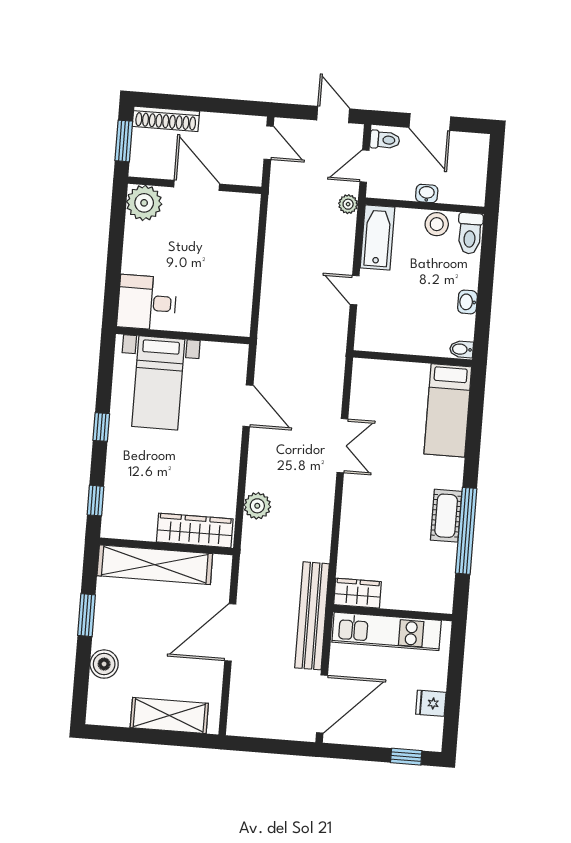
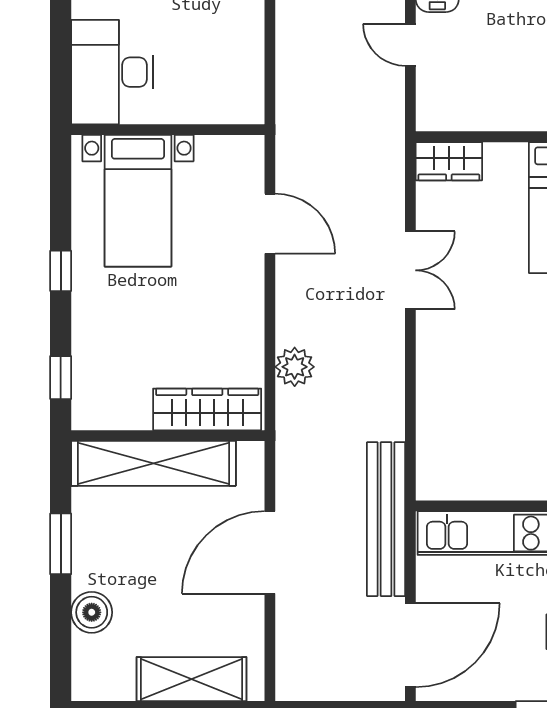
desk: (147, 303) -> (112, 72), width x1.37
wardrobe: (357, 593) -> (449, 161), moved, turned 180

